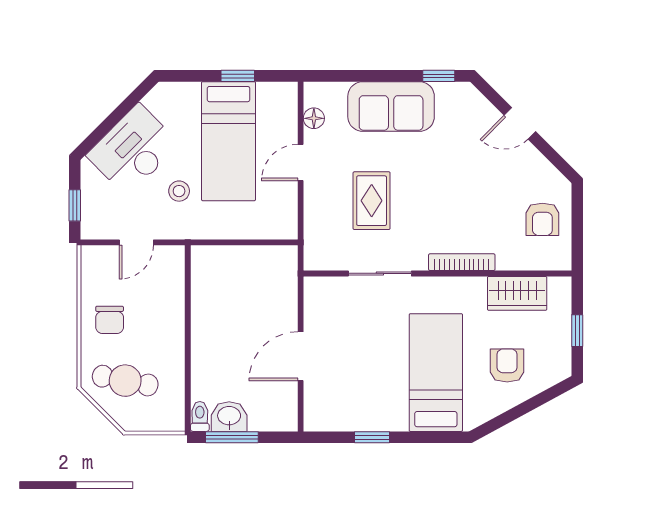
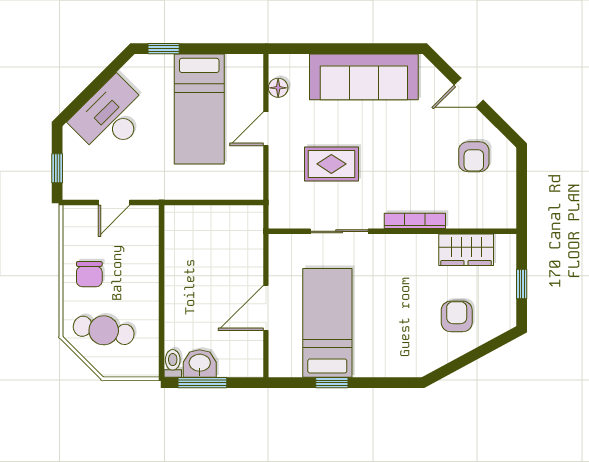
window: (238, 76) -> (164, 49), moved
window: (439, 76) -> (394, 49), removed
sofa: (391, 106) -> (364, 77), width x1.36
stool: (179, 191) -> (153, 155), removed
rug: (372, 201) -> (331, 164), turned 90
armchair: (542, 219) -> (474, 157), moved
bed: (436, 373) -> (327, 323), moved

